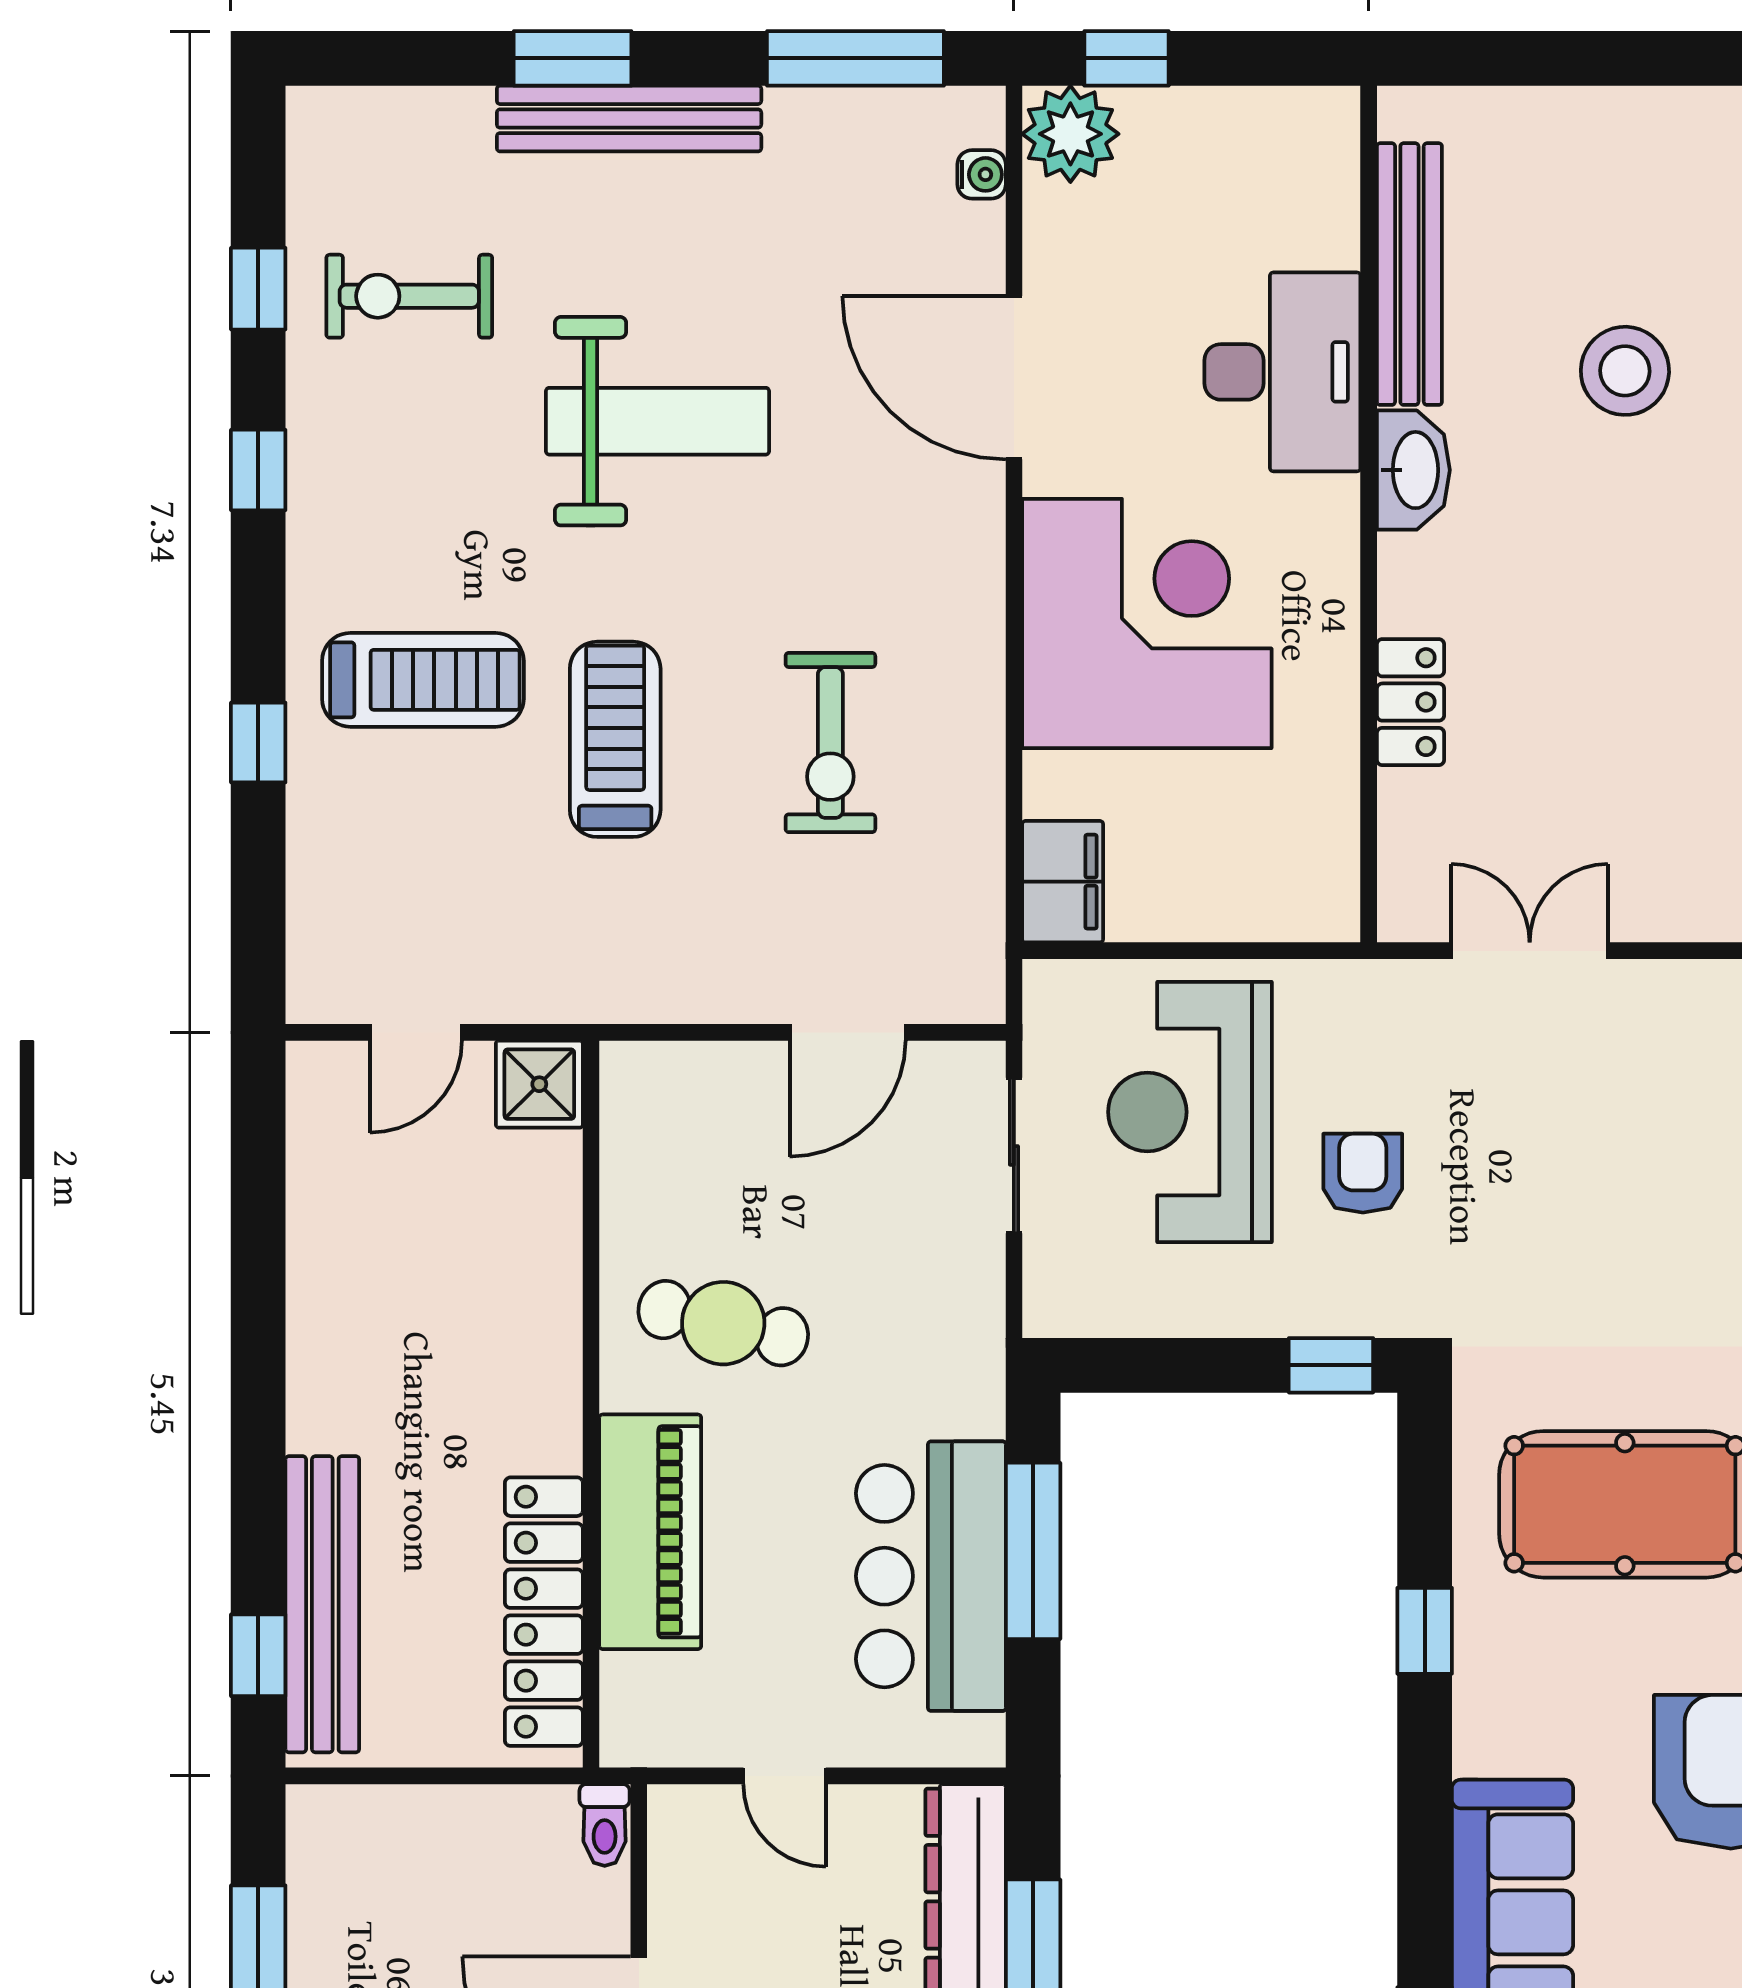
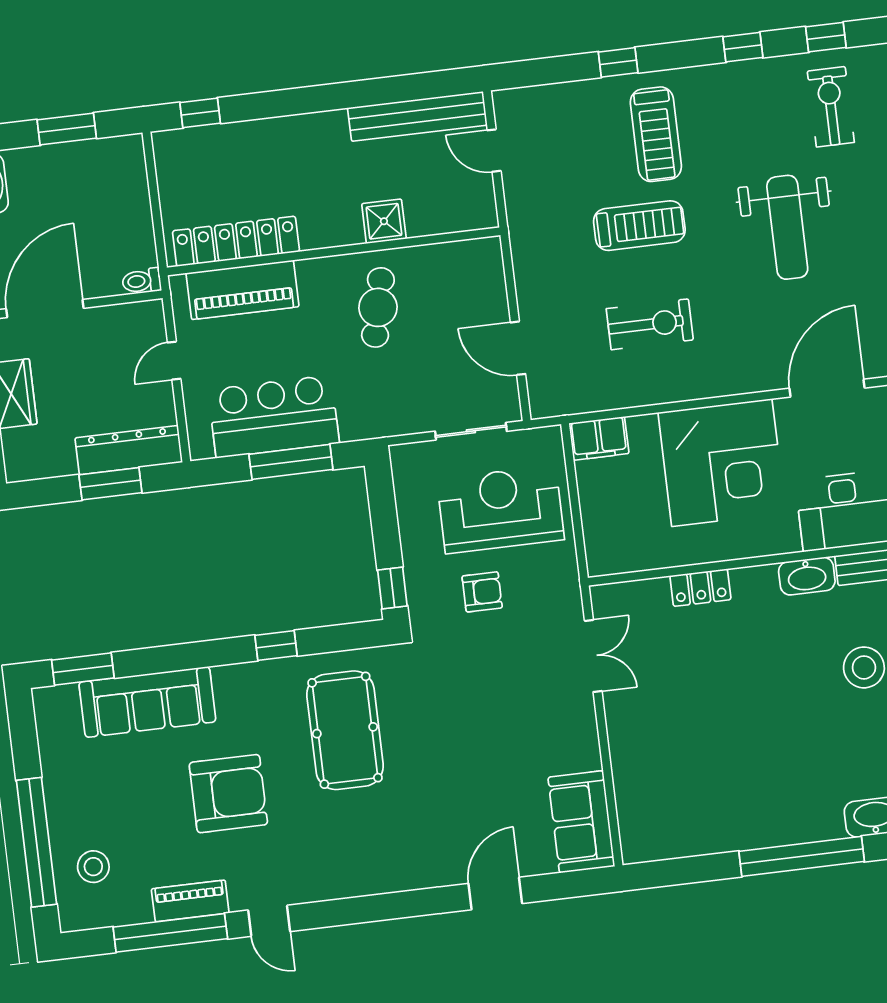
exercise bike: (830, 742) -> (650, 324), turned 180
shower: (539, 1084) -> (384, 221), moved
piano: (650, 1532) -> (242, 290), moved
bench: (322, 1604) -> (417, 116), moved

